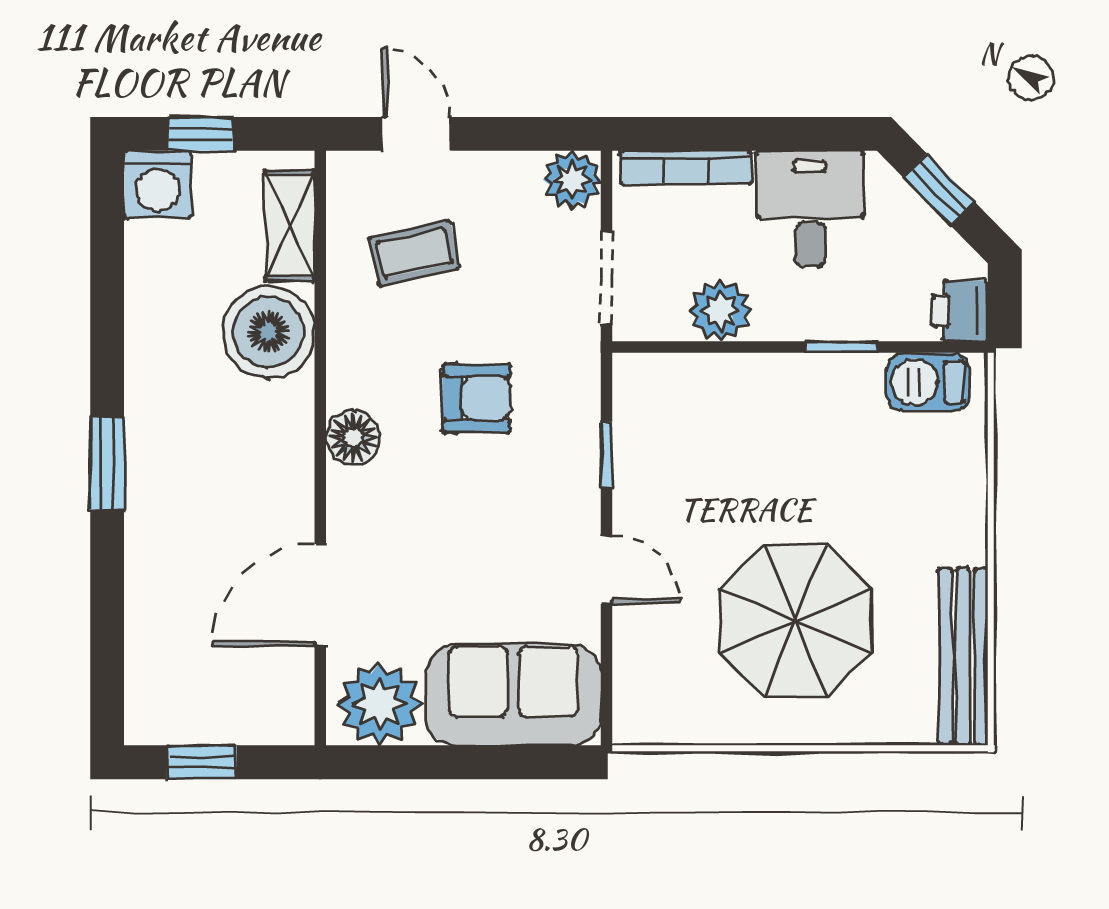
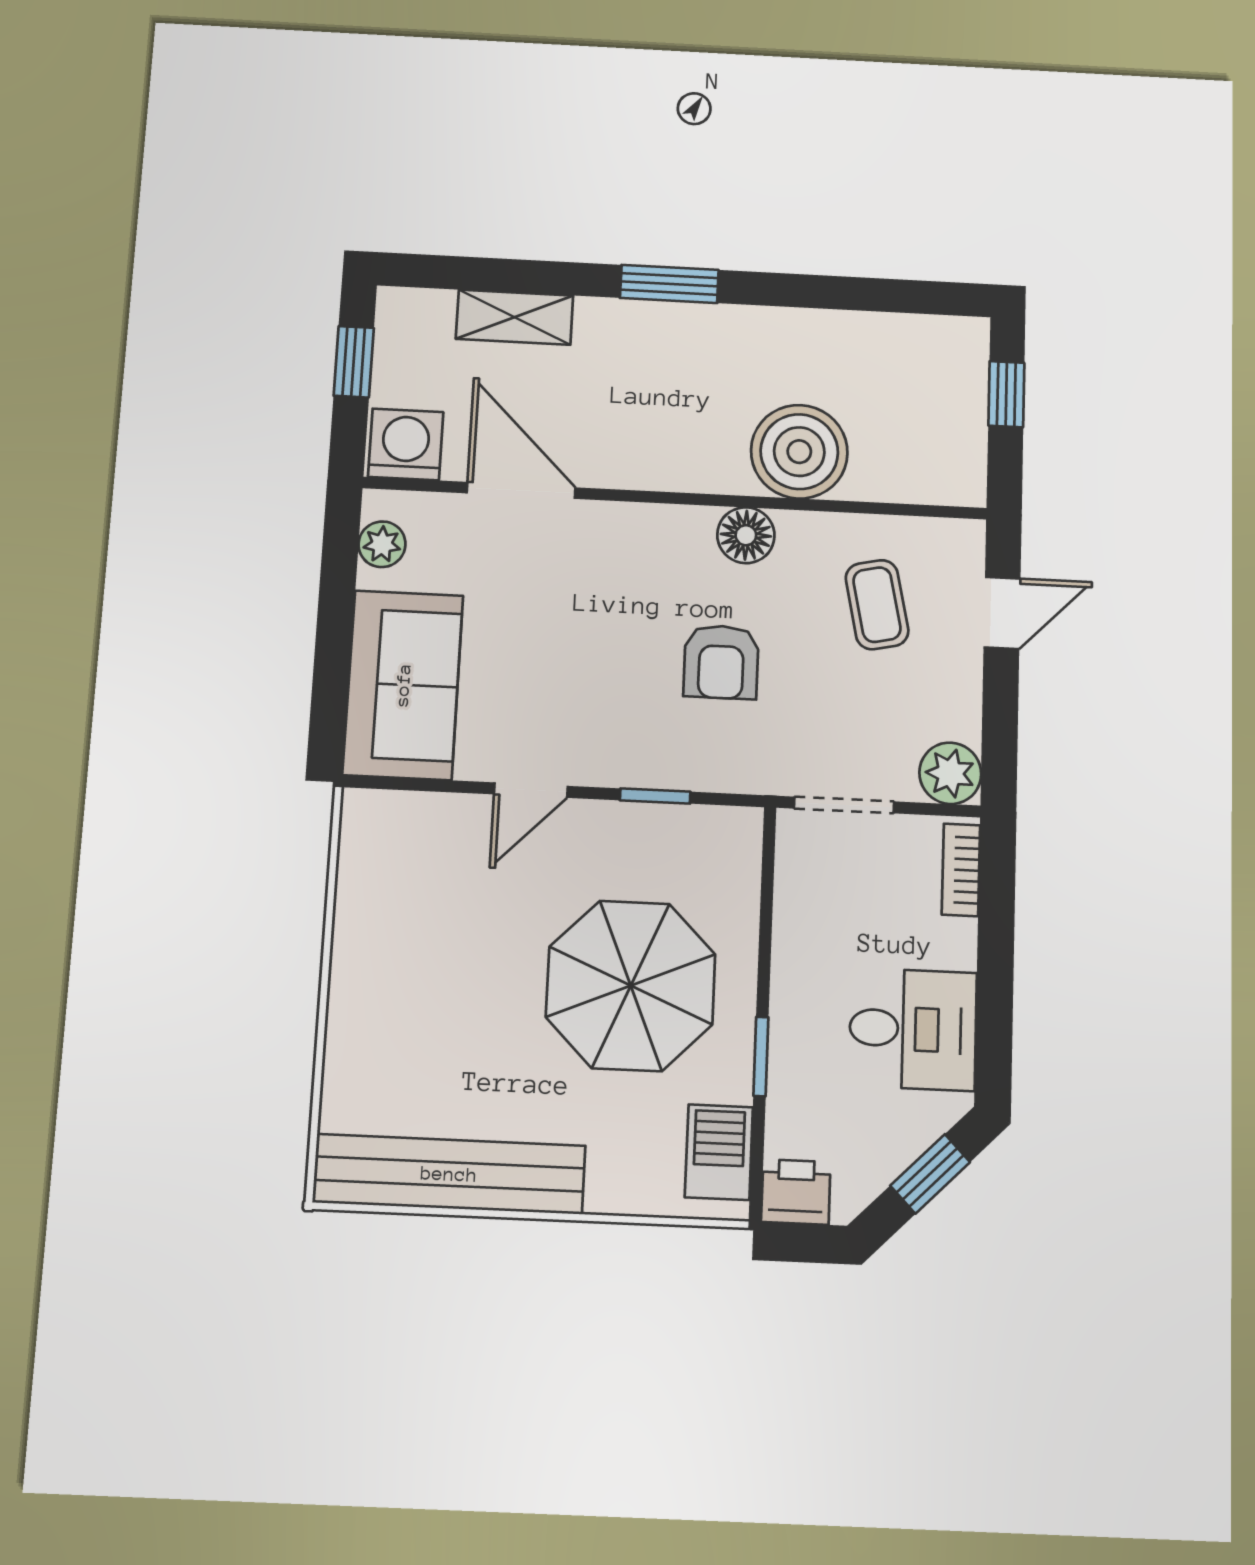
bookcase: (686, 168) -> (961, 870), width x0.64
washing machine: (158, 184) -> (406, 444), moved, turned 90
shelving: (290, 226) -> (515, 317), moved
plant: (721, 311) -> (805, 926), removed
floor lamp: (353, 438) -> (746, 535), moved
parasol: (795, 621) -> (631, 986), moved
bench: (963, 657) -> (449, 1174), width x1.37, depth x1.21
plant: (380, 704) -> (382, 544), width x0.53, depth x0.53

